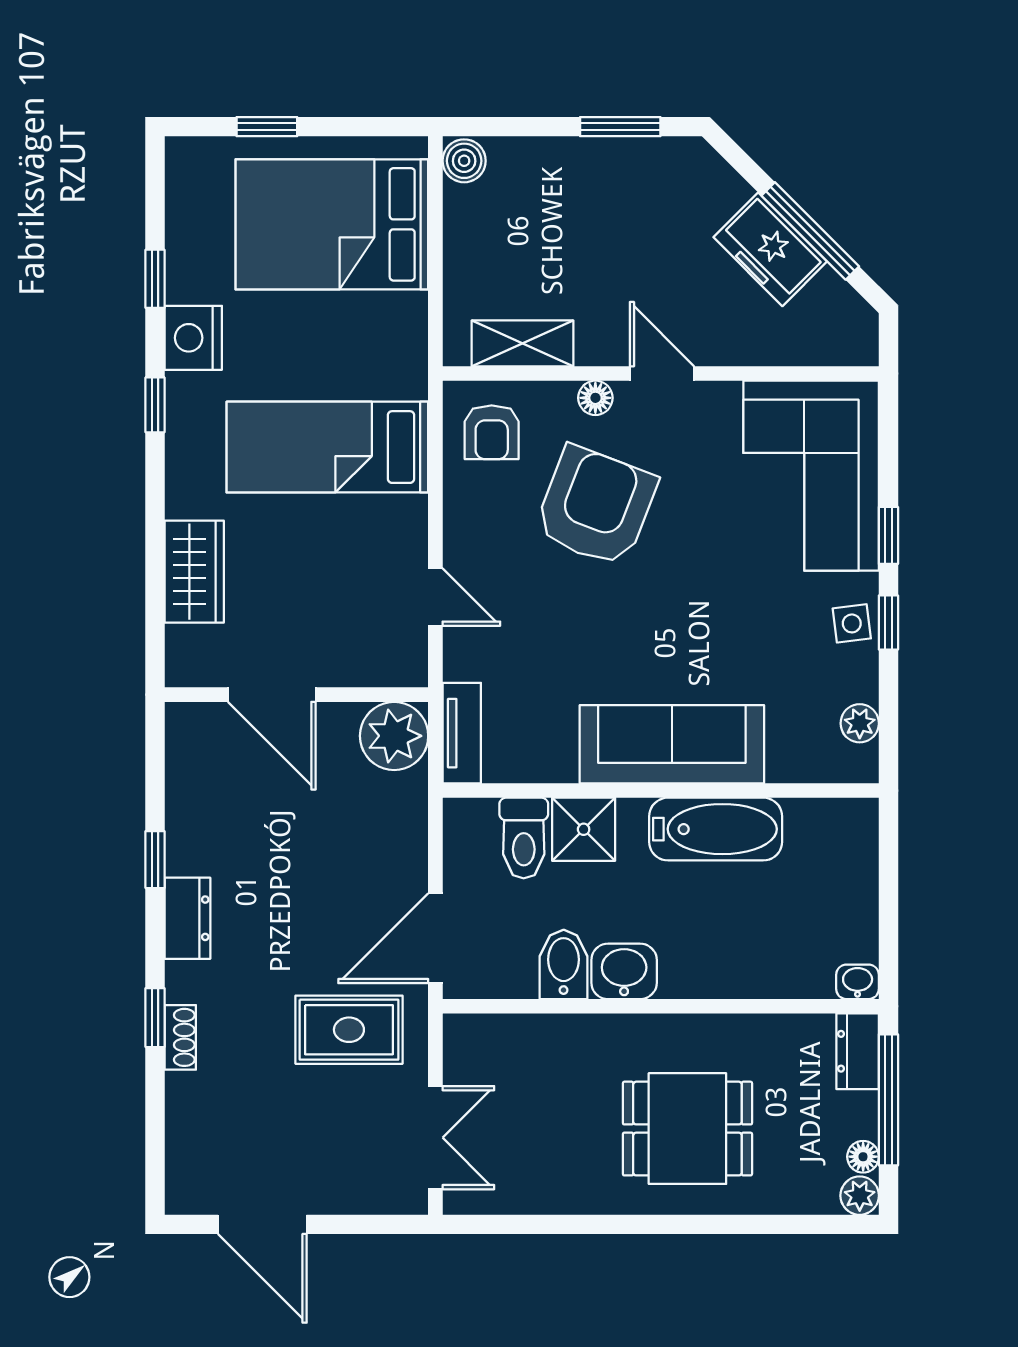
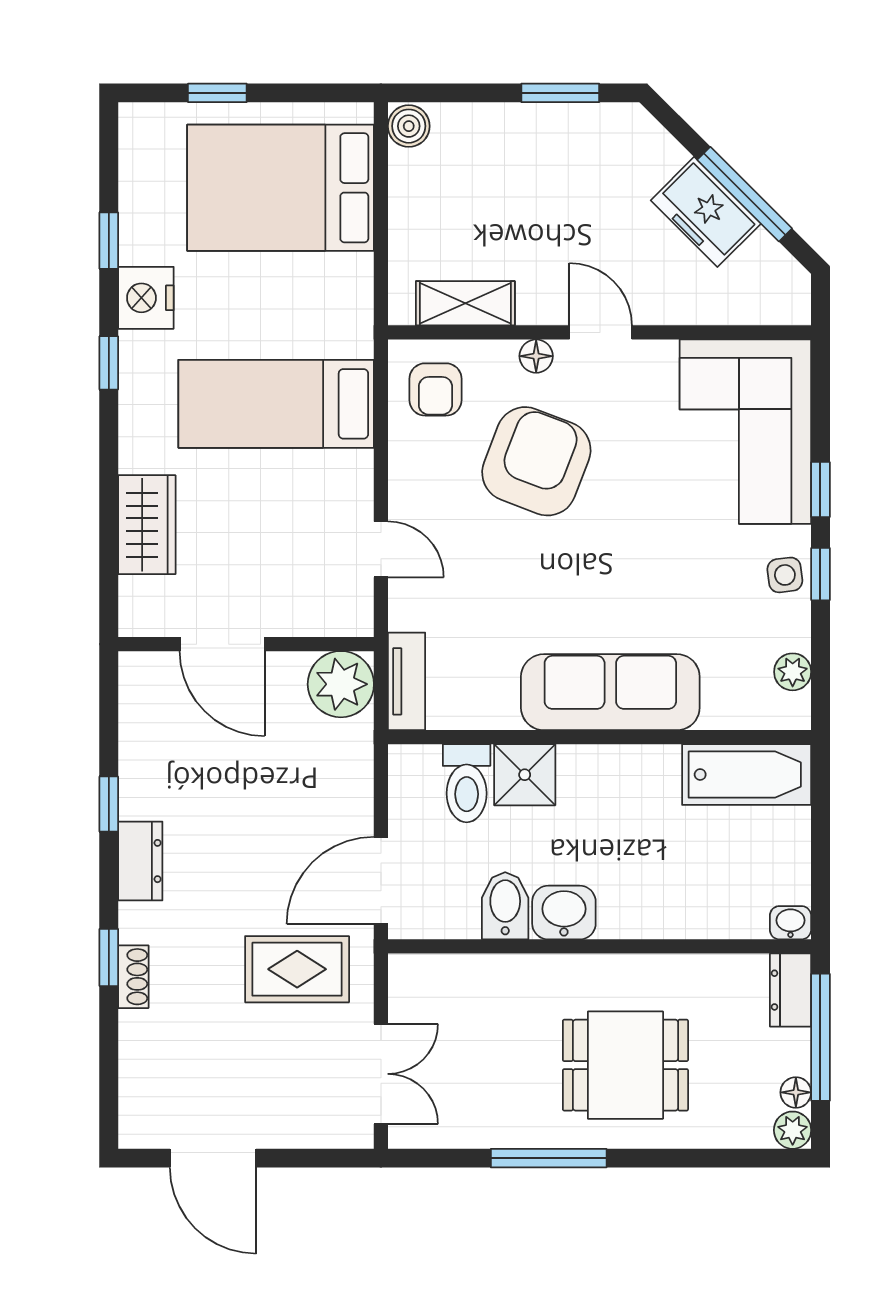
bathtub: (716, 829) -> (747, 775), moved
window: (608, 1224) -> (549, 1158), added

